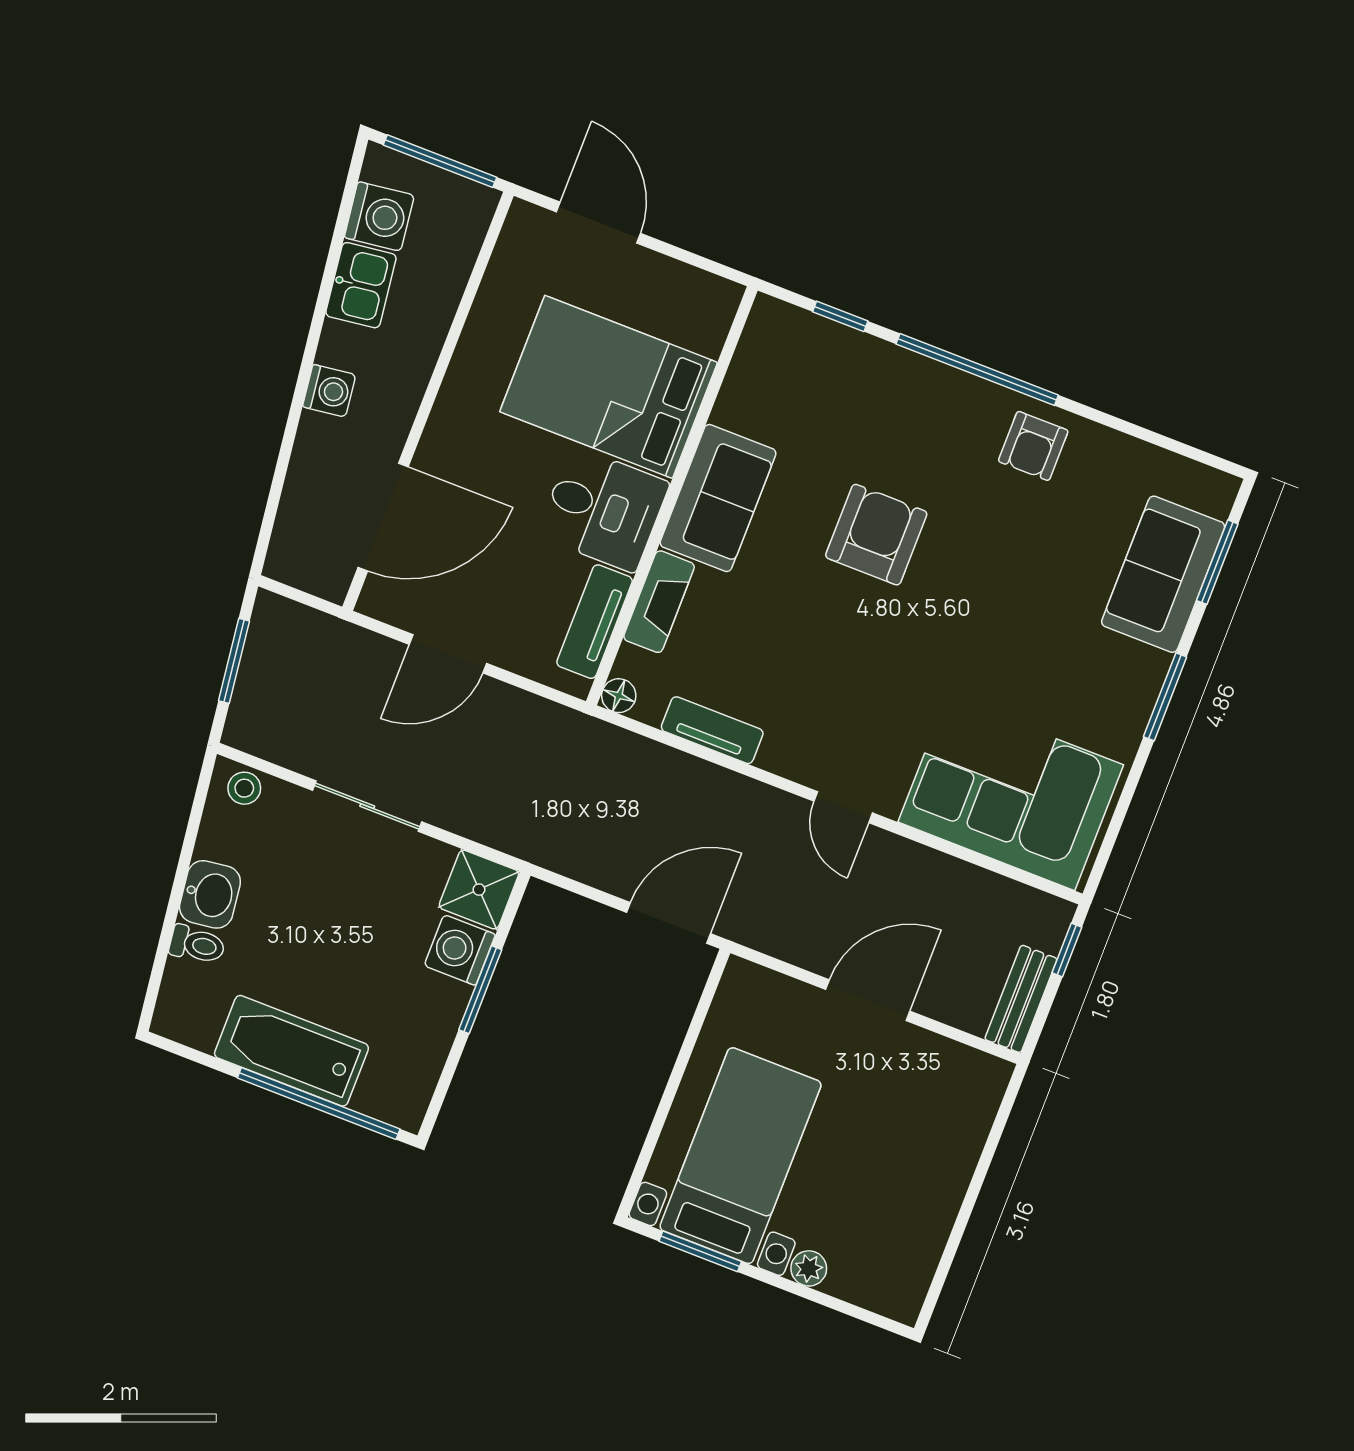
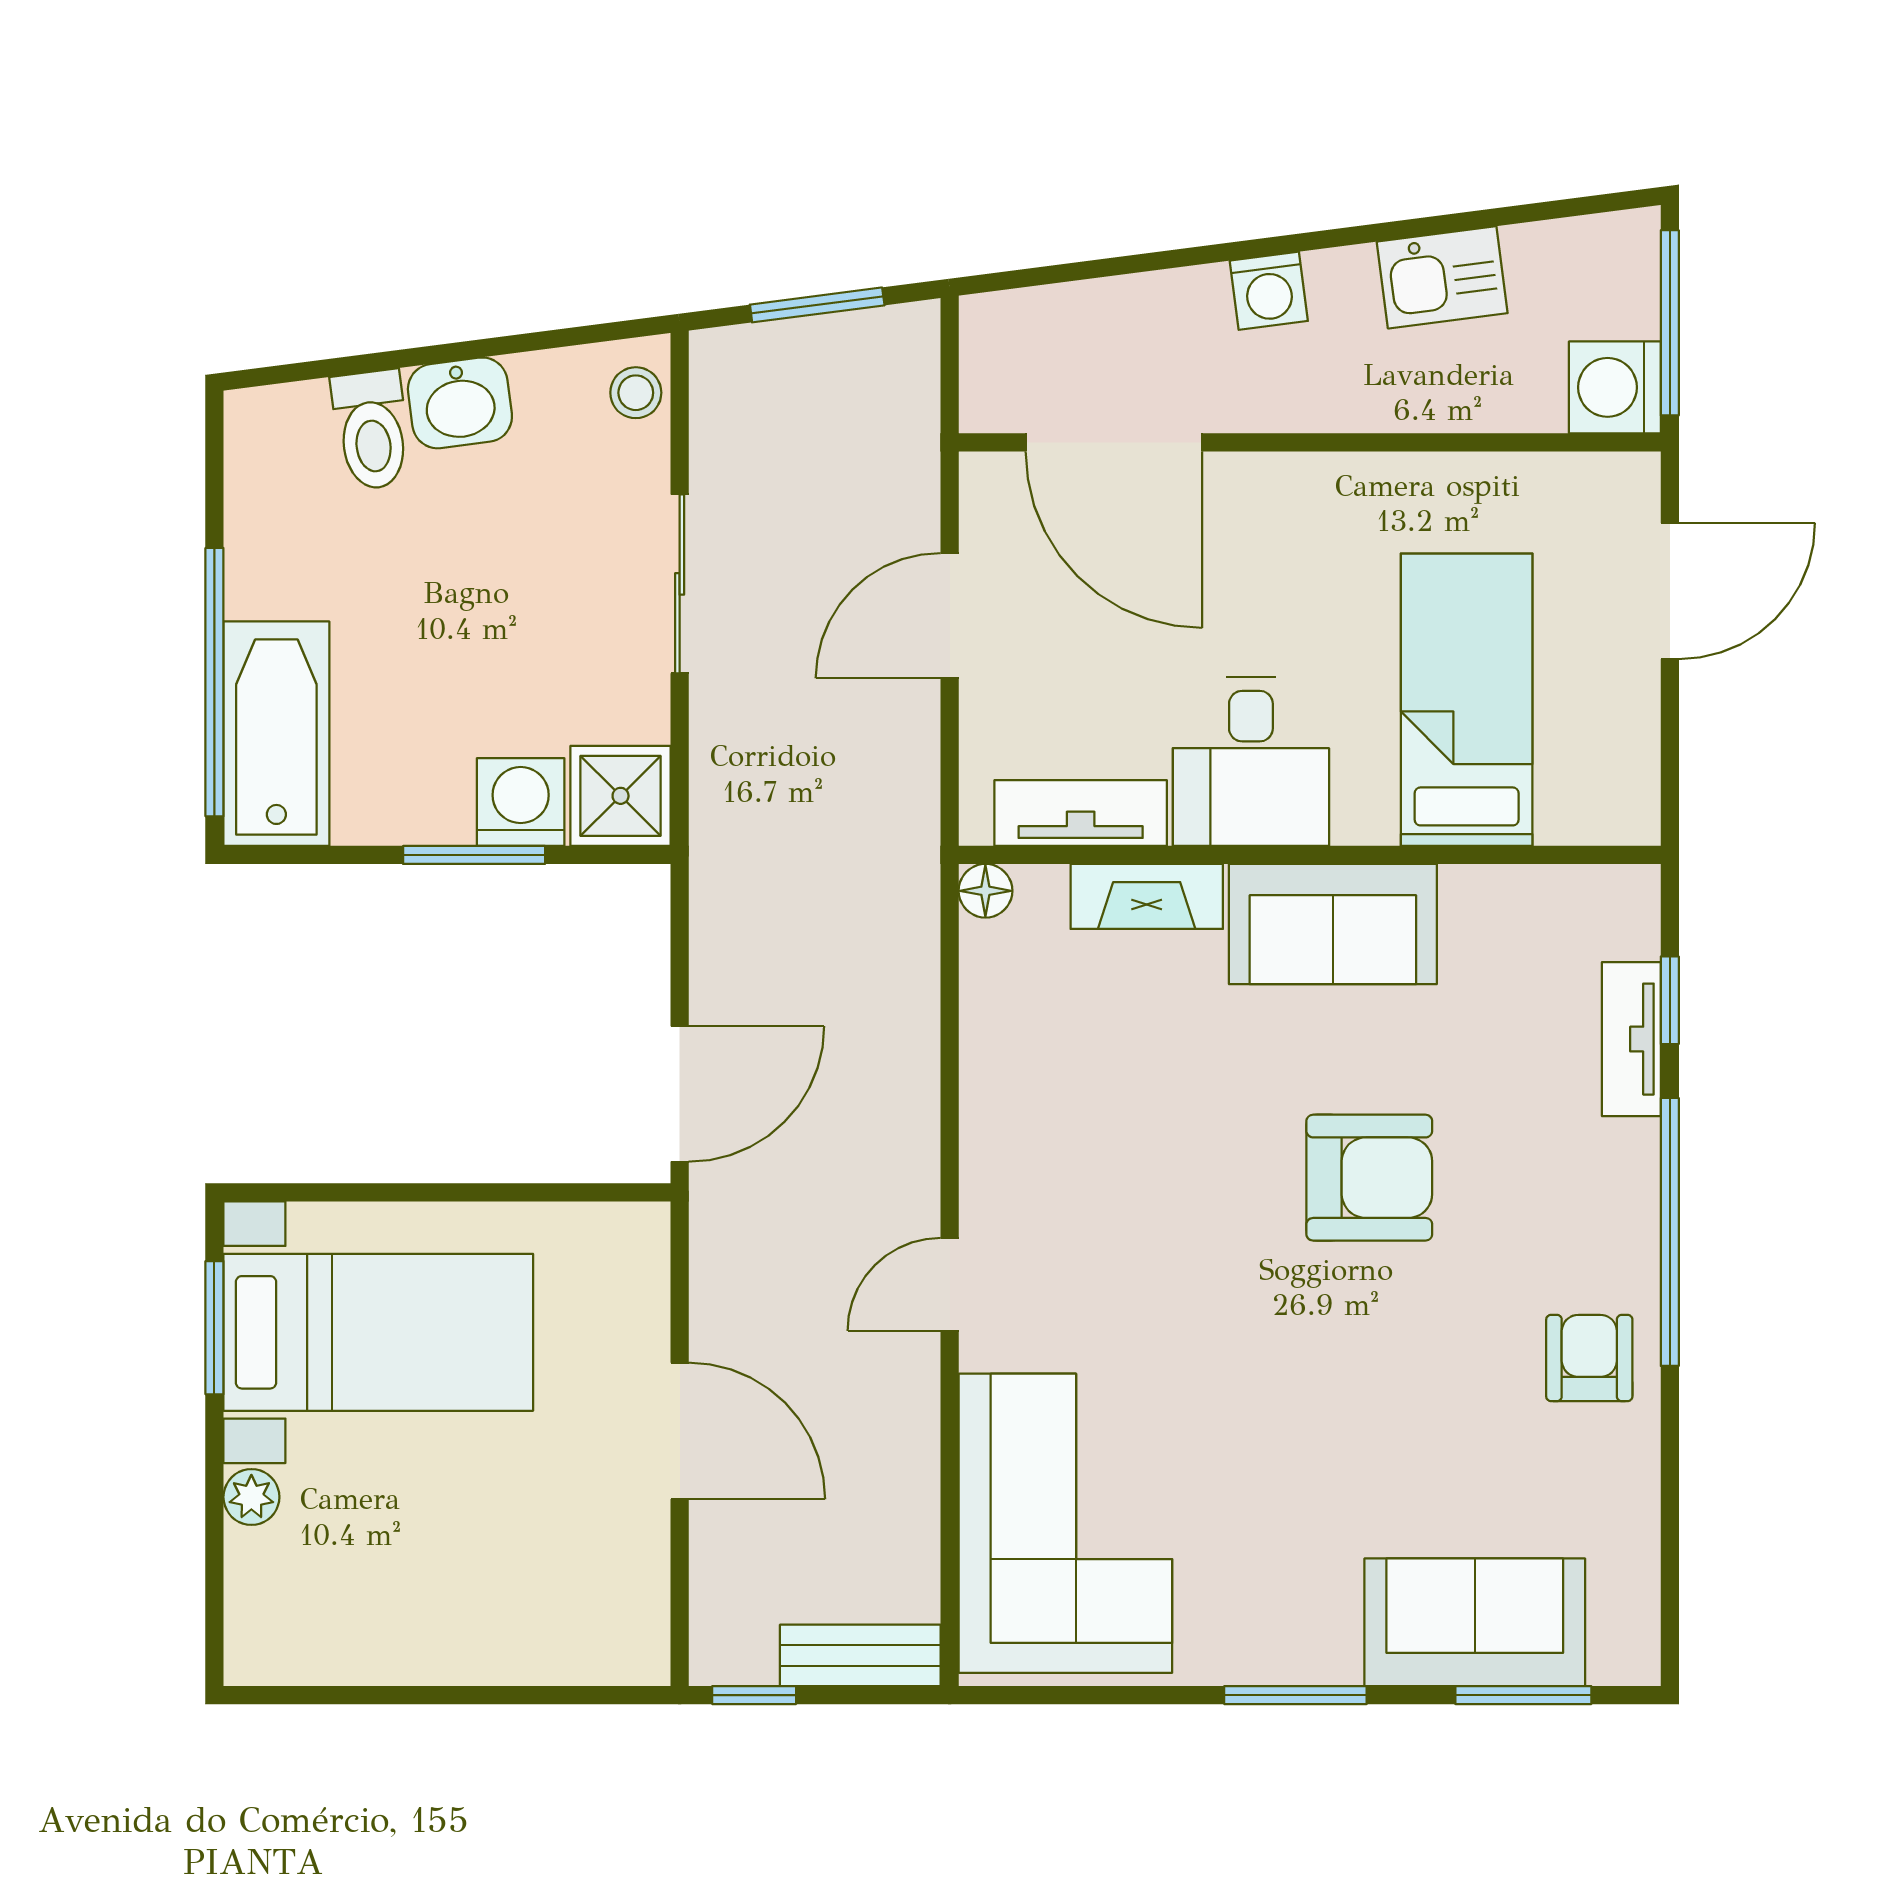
washing machine: (379, 216) -> (1615, 387), moved, turned 97
bed: (609, 387) -> (1467, 700), width x0.67
armchair: (1033, 446) -> (1589, 1358), turned 90
door: (448, 654) -> (950, 616), hinge flipped
tv unit: (712, 730) -> (1631, 1039), moved, turned 180
door: (669, 923) -> (680, 1094), hinge flipped
toilet: (197, 945) -> (371, 430), width x1.37, depth x1.39
window: (1067, 950) -> (754, 1695), moved
bench: (1021, 999) -> (860, 1655), moved
bathtub: (291, 1051) -> (276, 734), moved

